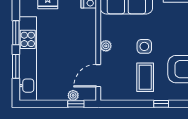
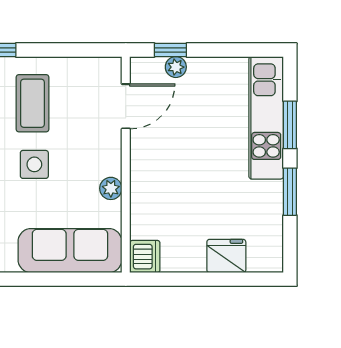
plant: (106, 46) -> (111, 188), moved
kitchen unit: (28, 59) -> (266, 118), width x0.73

